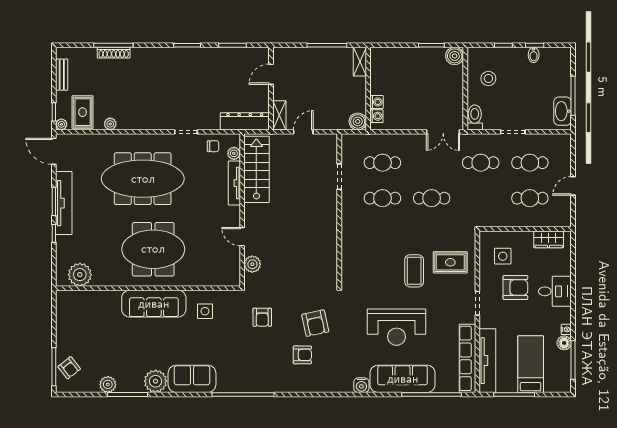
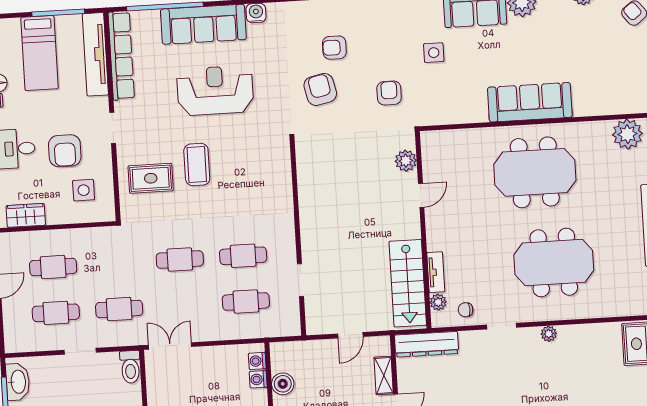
shelving: (279, 115) -> (384, 376), moved
boiler: (358, 121) -> (283, 384), moved
plant: (110, 124) -> (549, 334), moved
meeting table: (143, 179) -> (554, 263), width x0.73
tv unit: (234, 183) -> (436, 272), width x0.71
door: (242, 237) -> (421, 195), hinge flipped
armchair: (515, 287) -> (65, 151), turned -90
side table: (205, 311) -> (434, 53), moved

